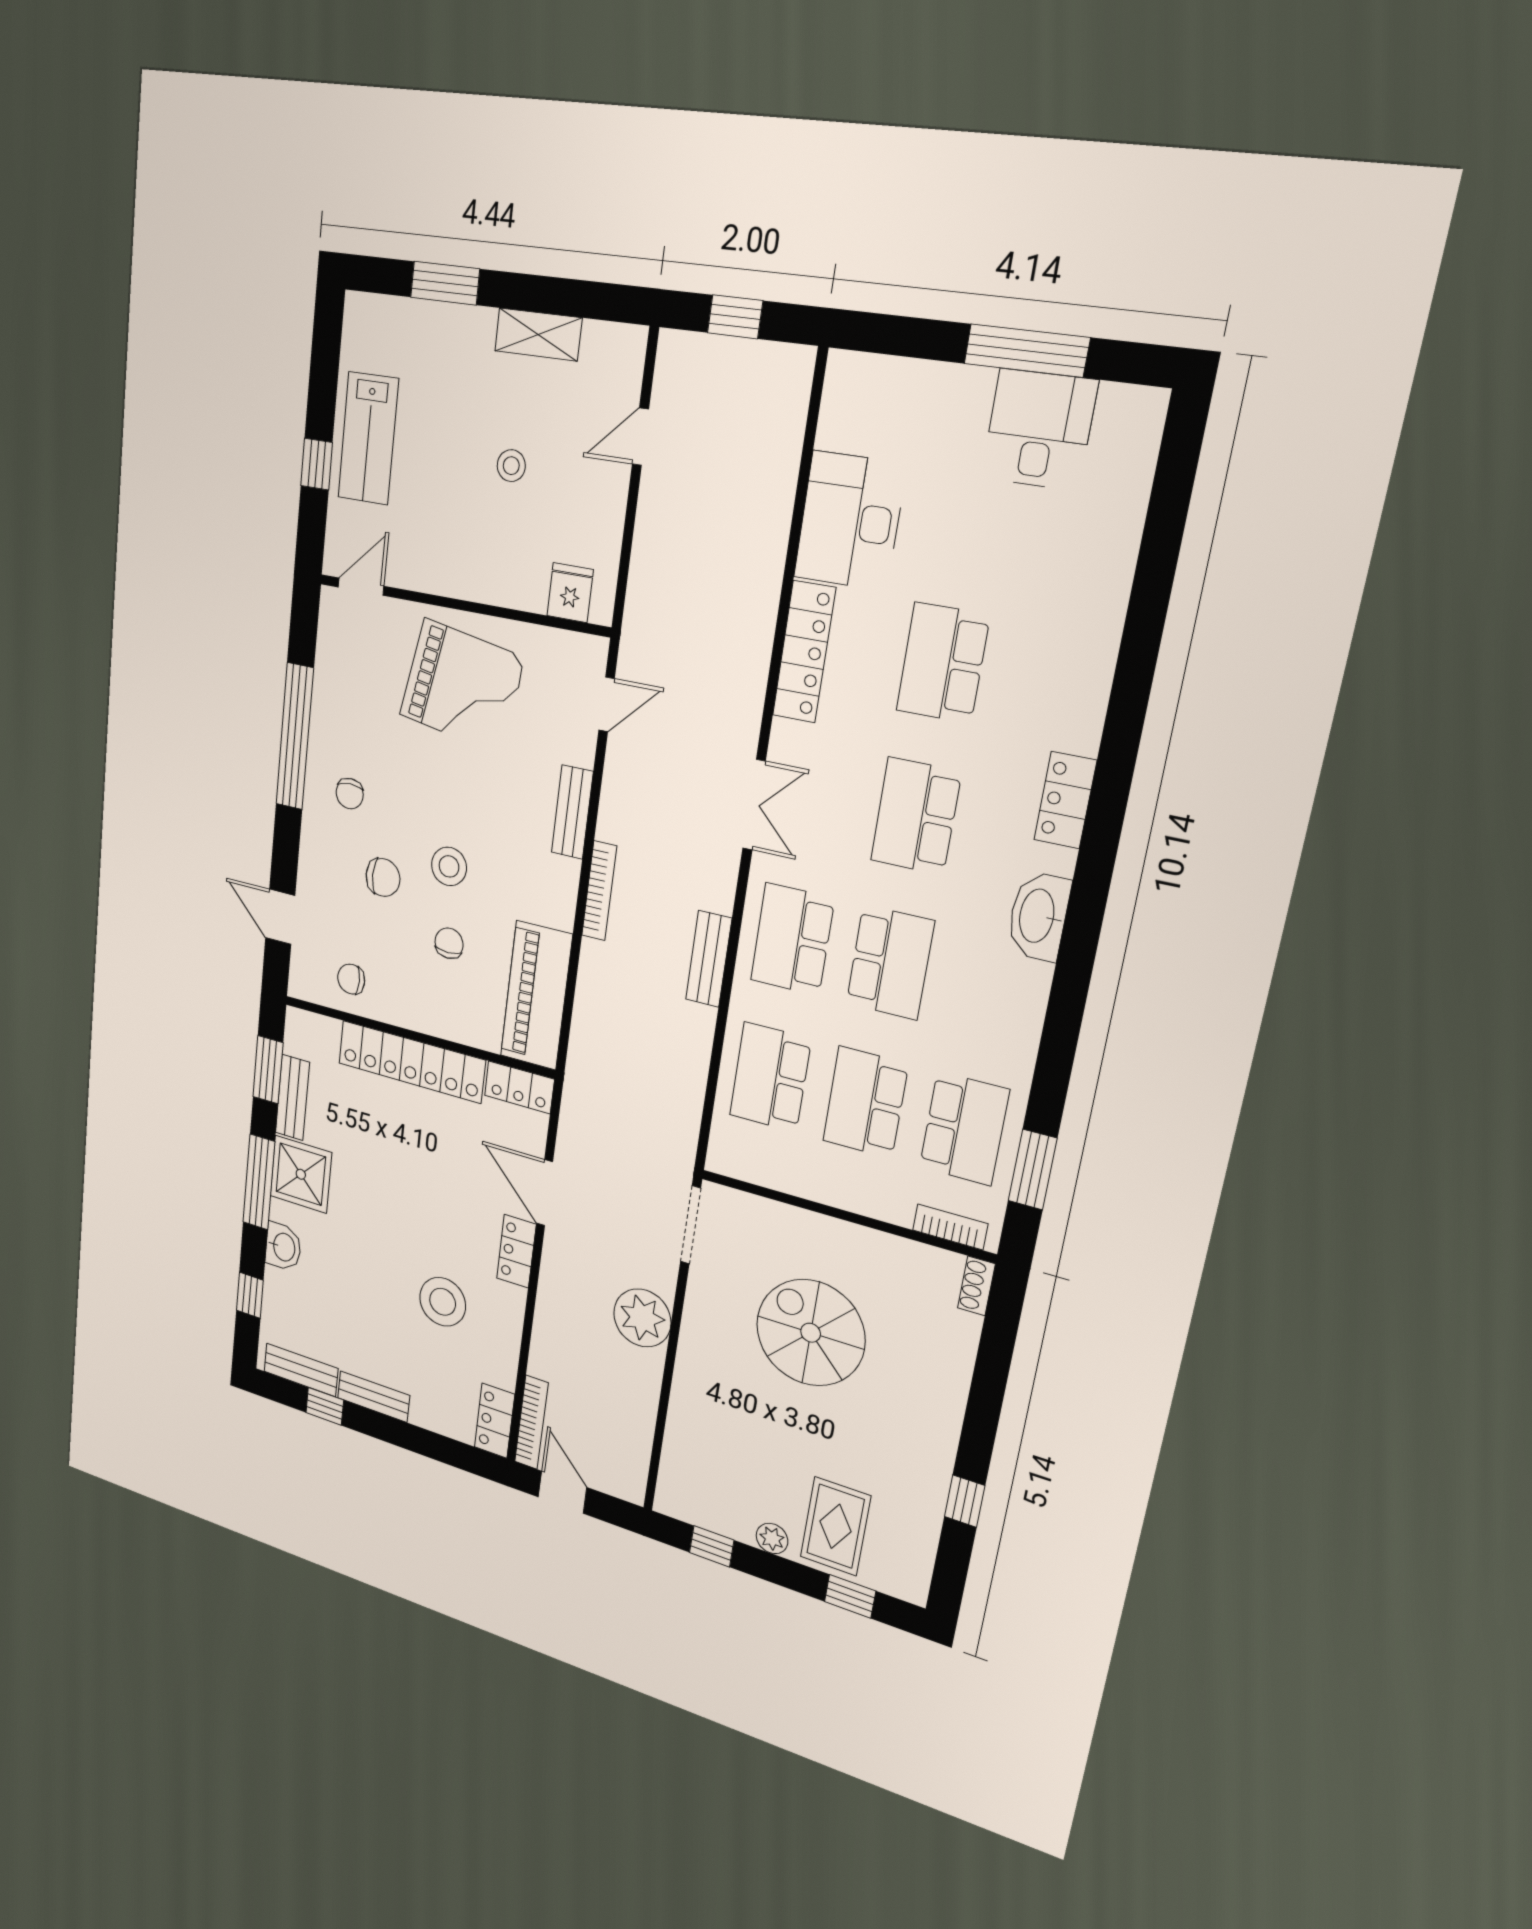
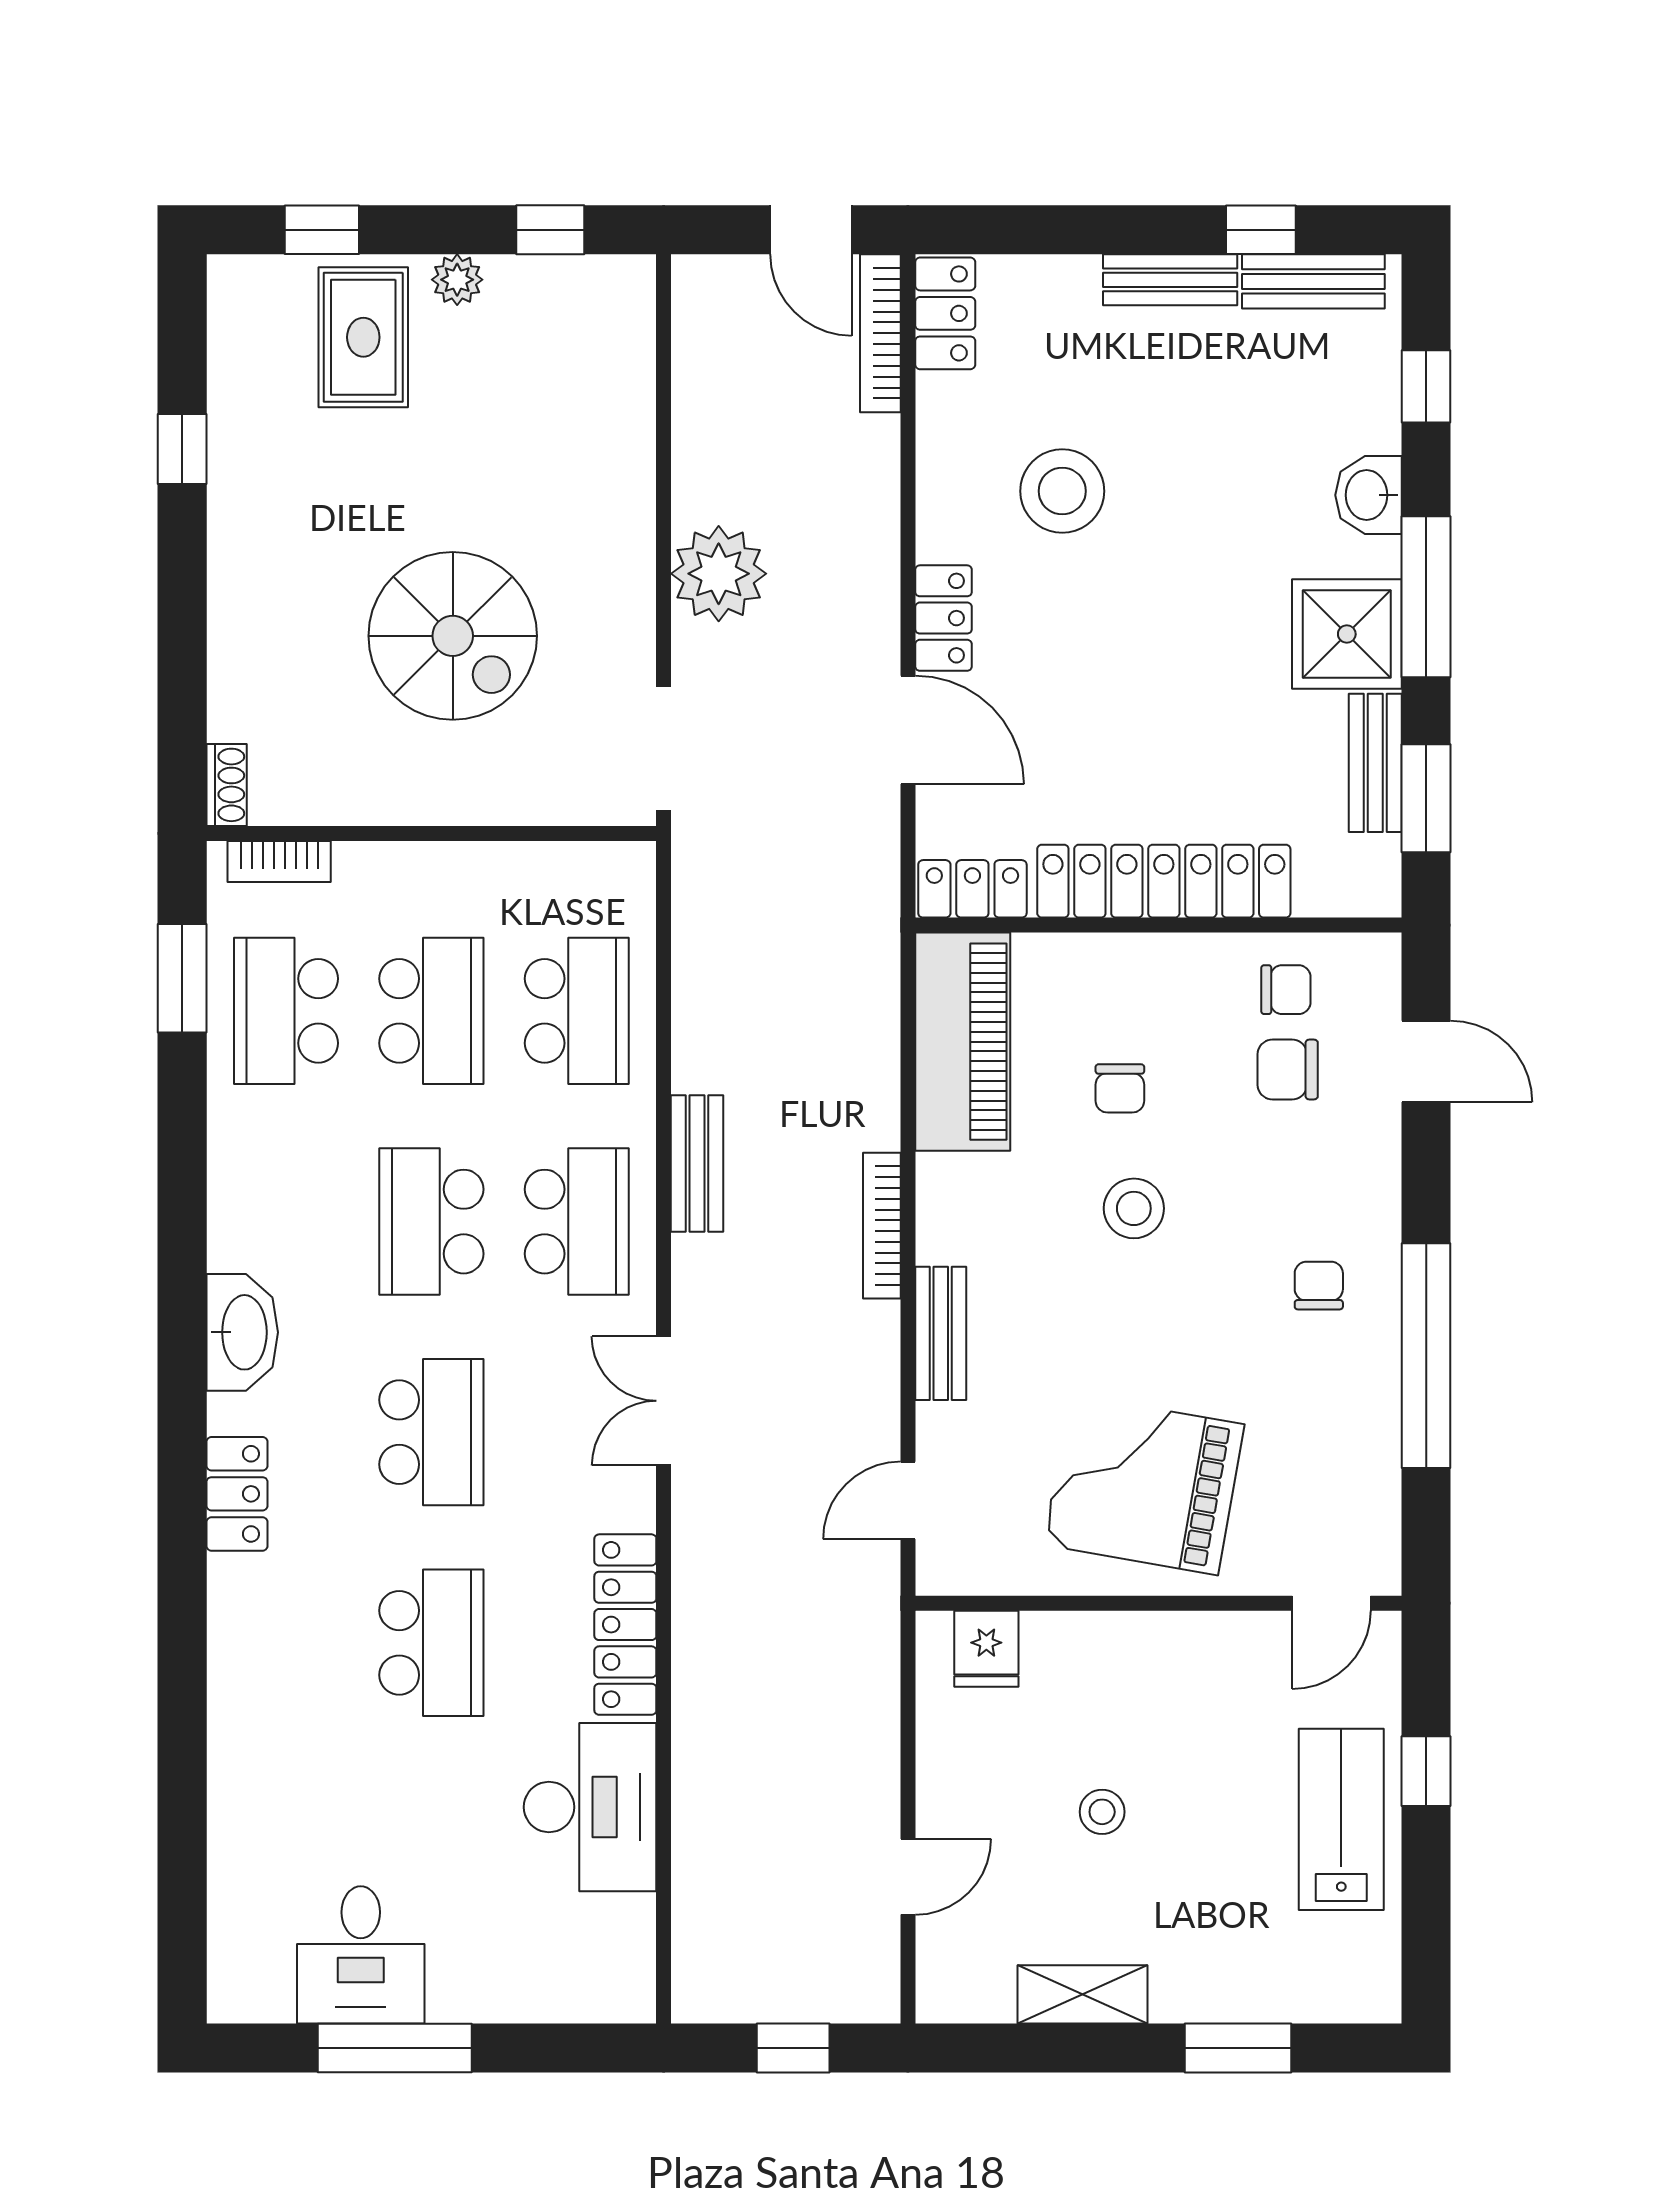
chair: (383, 877) -> (1288, 1070), moved

